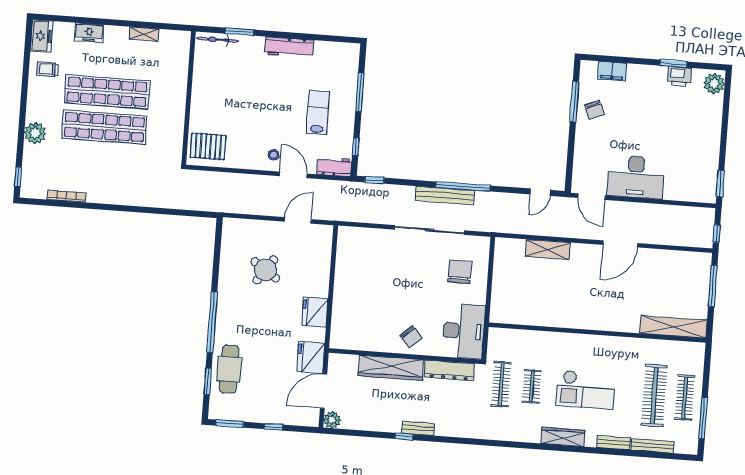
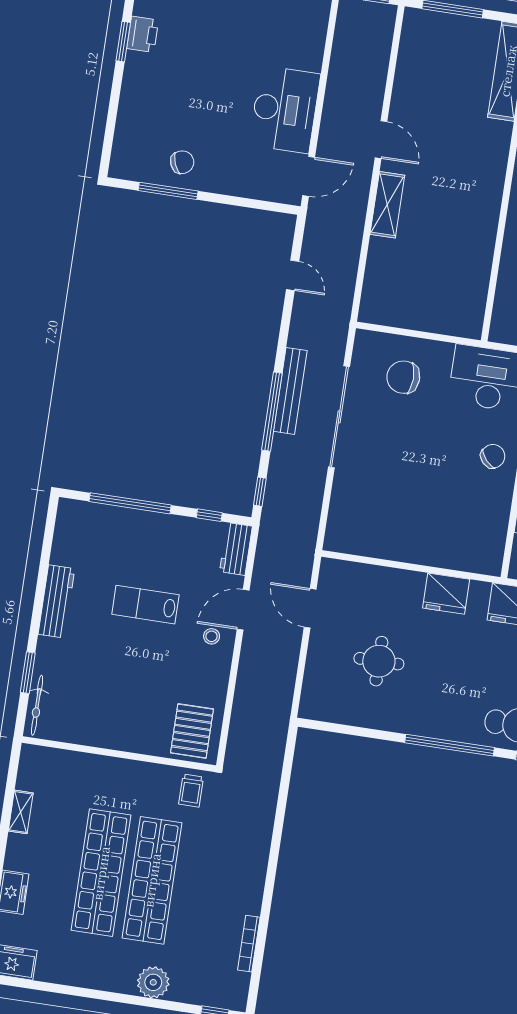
trolley: (47, 69) -> (191, 791), moved
filing cabinet: (612, 71) -> (127, 132), removed
window: (360, 92) -> (130, 503), width x1.46
lab bench: (318, 112) -> (145, 605), moved
window: (463, 187) -> (272, 412), moved
door: (540, 192) -> (293, 275), moved
door: (620, 244) -> (381, 140), width x0.73
shelving: (548, 250) -> (387, 205), moved
round table: (265, 270) -> (379, 661), turned -35

